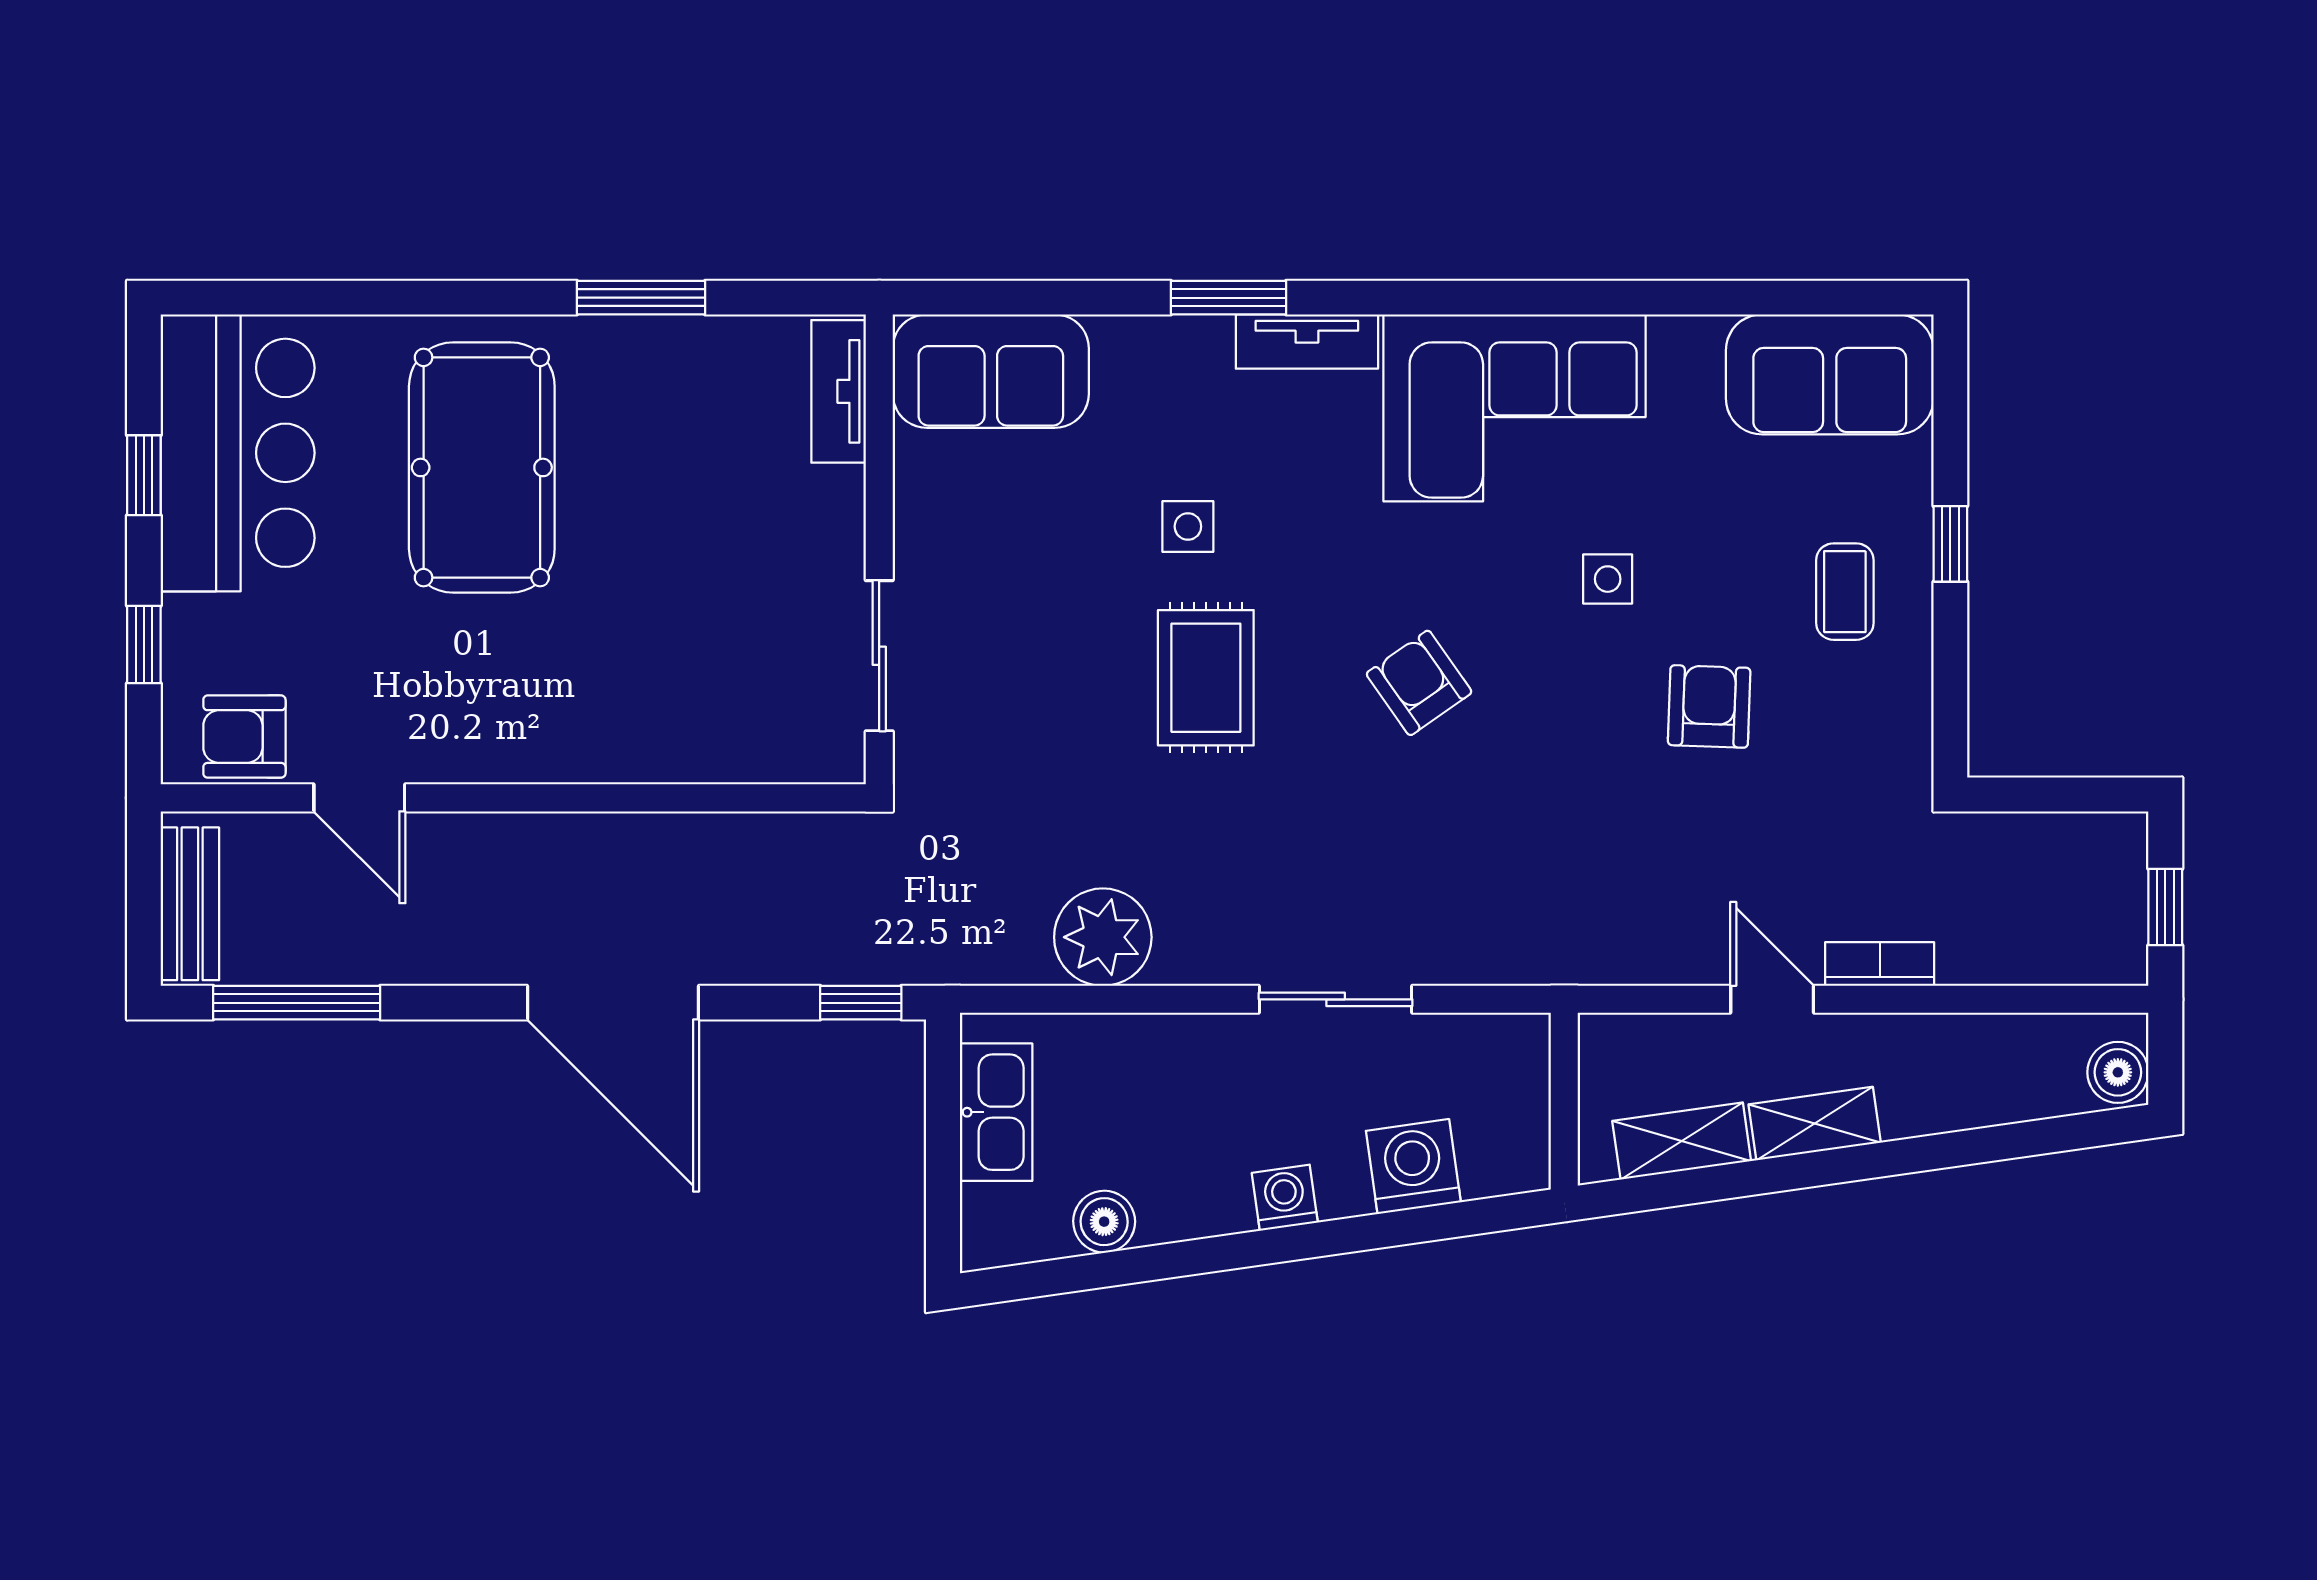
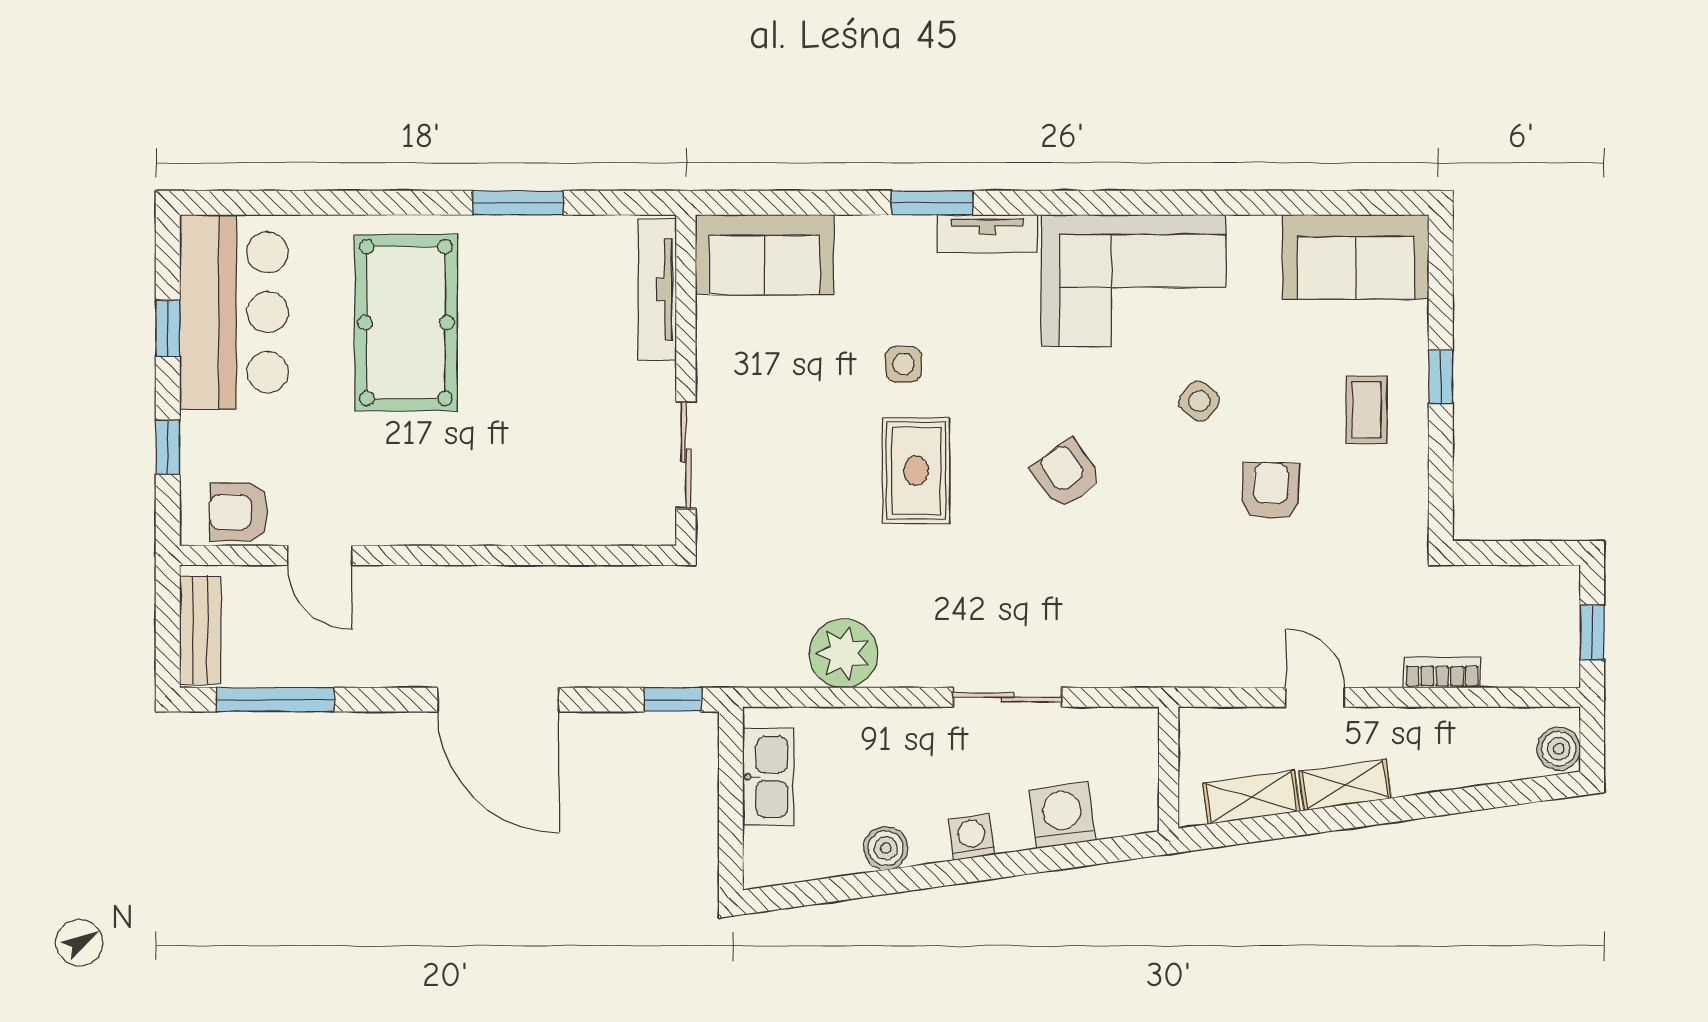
tv unit: (839, 391) -> (657, 289), width x1.41
side table: (1608, 579) -> (1199, 401), turned 38
bookcase: (1880, 964) -> (1442, 672), moved
boiler: (1104, 1222) -> (886, 848), moved

